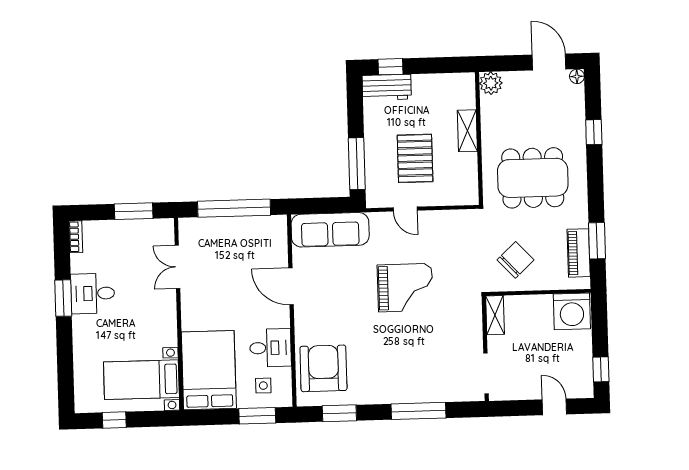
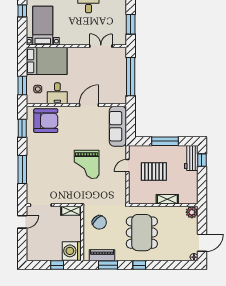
window: (594, 132) -> (139, 265), moved
window: (357, 164) -> (165, 141), moved
window: (601, 369) -> (57, 265), moved
door: (554, 407) -> (22, 222), moved

